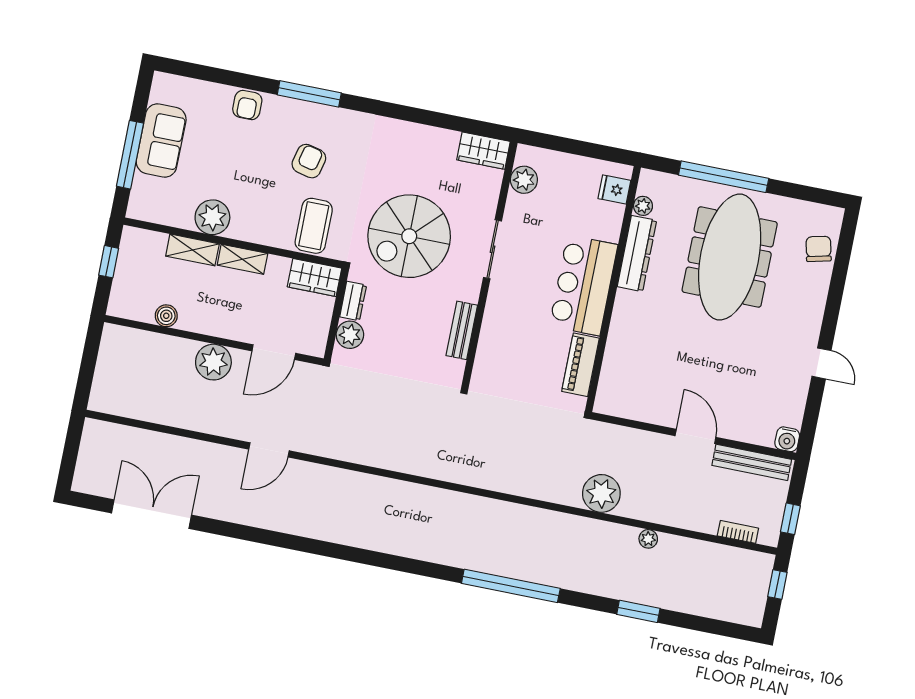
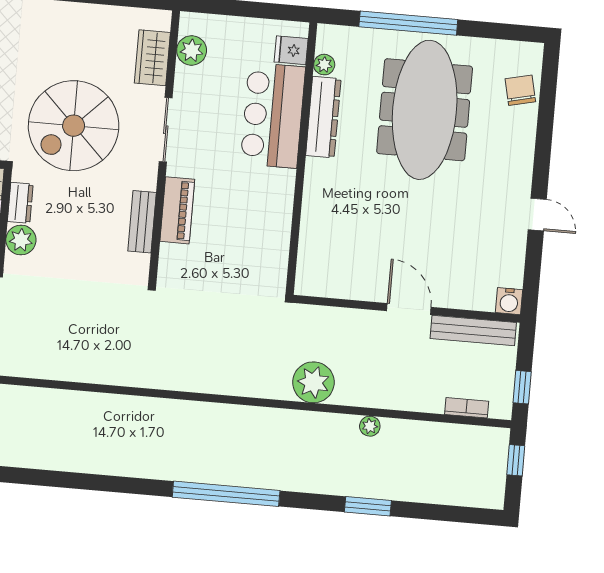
wardrobe: (483, 151) -> (152, 58), moved, turned 90
bar counter: (584, 285) -> (273, 115), moved
piano: (581, 365) -> (177, 210), moved, turned 180

